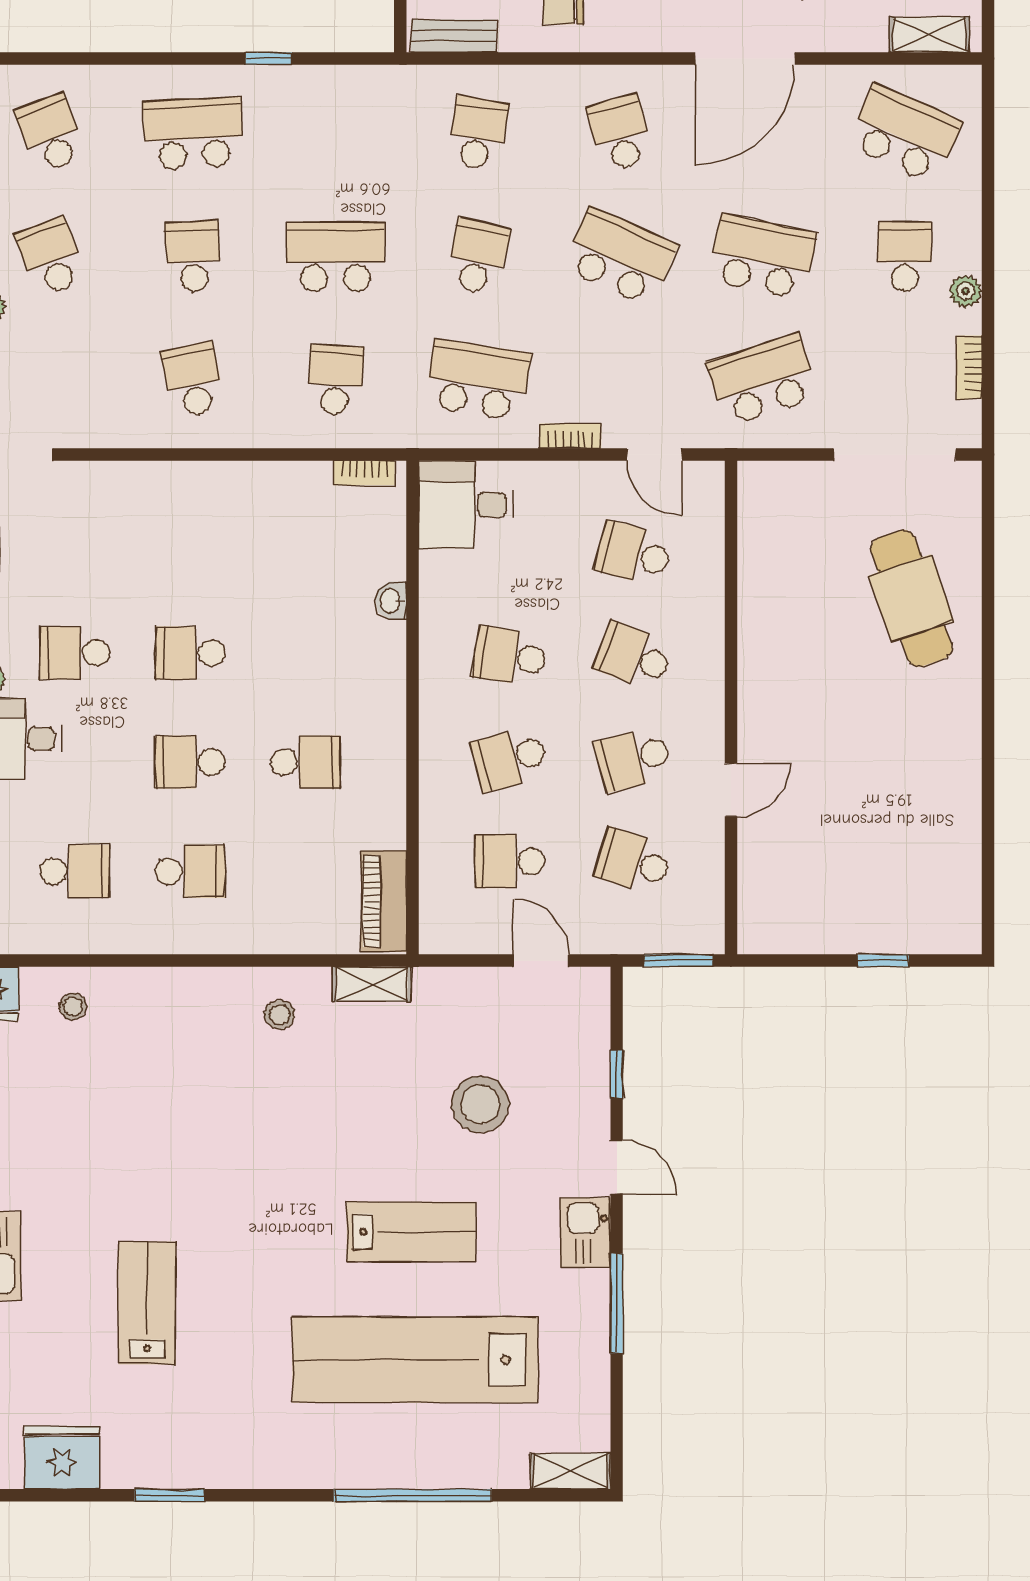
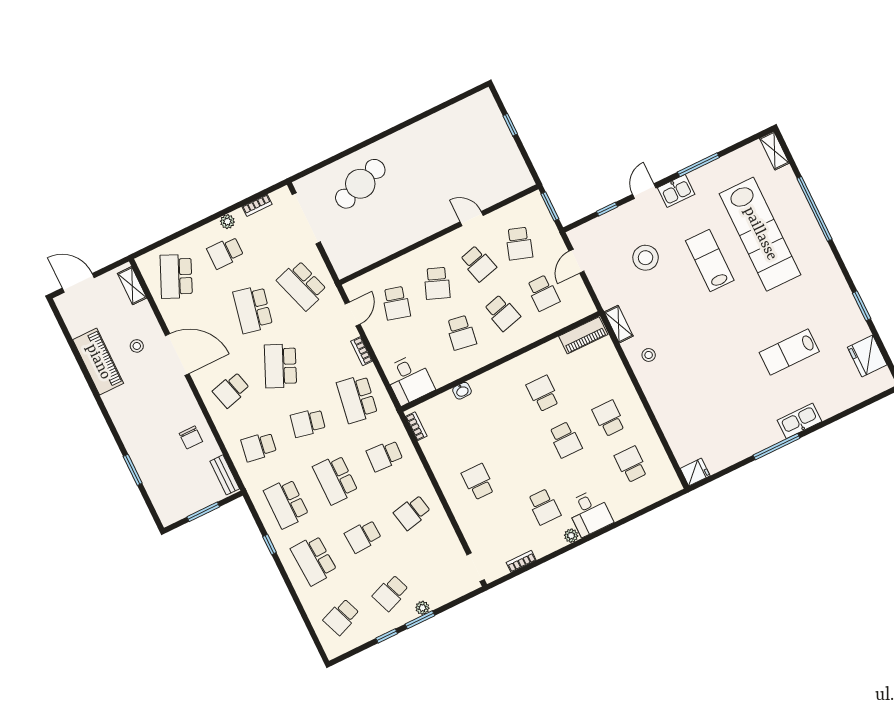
school desk: (336, 133) -> (286, 503), added
school desk: (190, 653) -> (478, 482), moved, turned 180
stool: (73, 1006) -> (685, 439), removed

